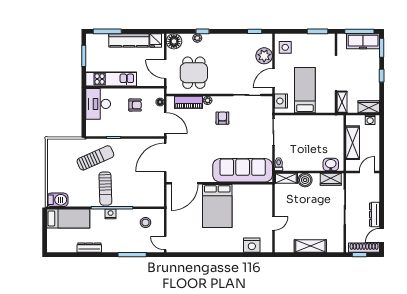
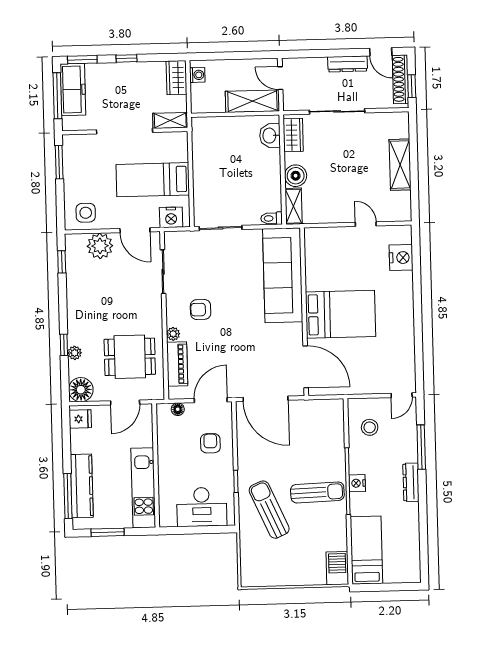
kitchen counter: (129, 40) -> (82, 486), moved
desk: (98, 104) -> (202, 507), moved
armchair: (135, 105) -> (210, 443), moved
shelving: (353, 143) -> (252, 101), moved
dresser: (89, 248) -> (411, 482), moved

